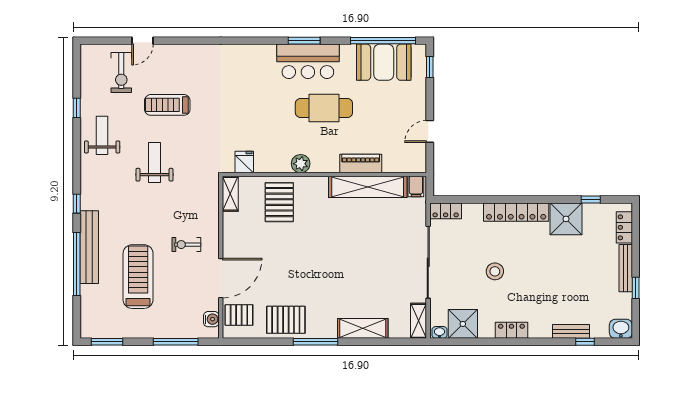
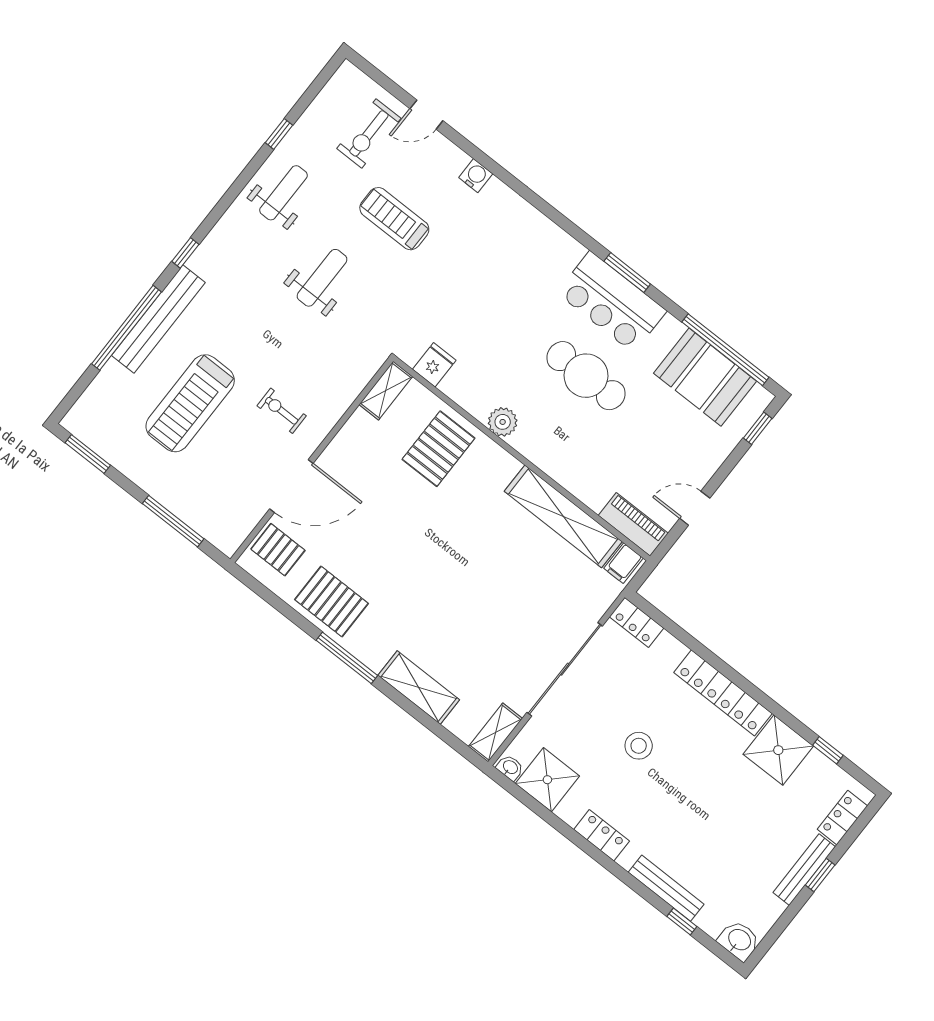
piano: (361, 163) -> (633, 524), moved
treadmill: (138, 277) -> (190, 403), turned 180
window: (636, 288) -> (820, 875), moved
water cooler: (211, 319) -> (476, 176), moved, turned -90
bench: (571, 331) -> (666, 888), width x1.36

